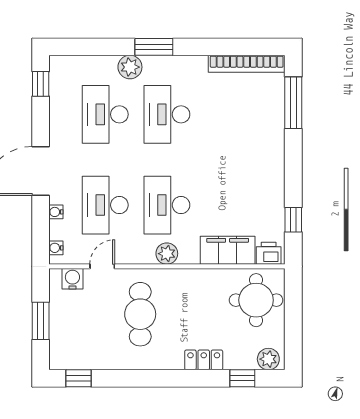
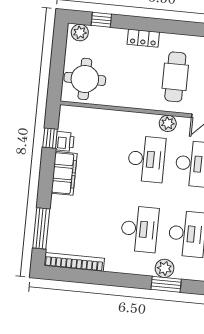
window: (154, 47) -> (166, 284), moved
filing cabinet: (228, 250) -> (64, 173), moved, turned -90
printer: (269, 253) -> (65, 141), moved, turned -90
plant: (167, 254) -> (168, 123), moved
locker: (204, 360) -> (143, 38), moved

